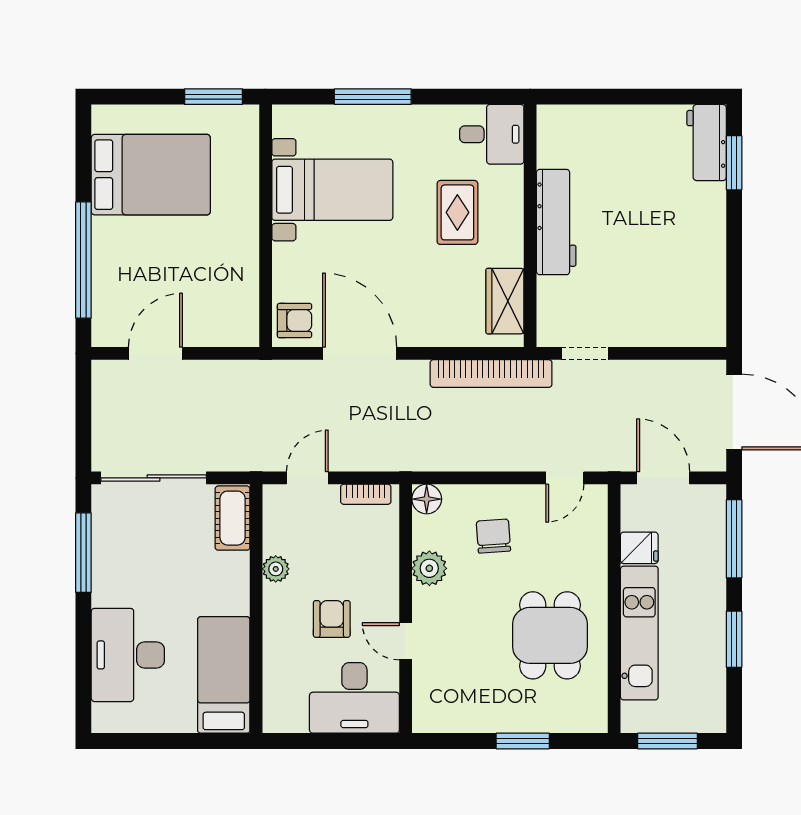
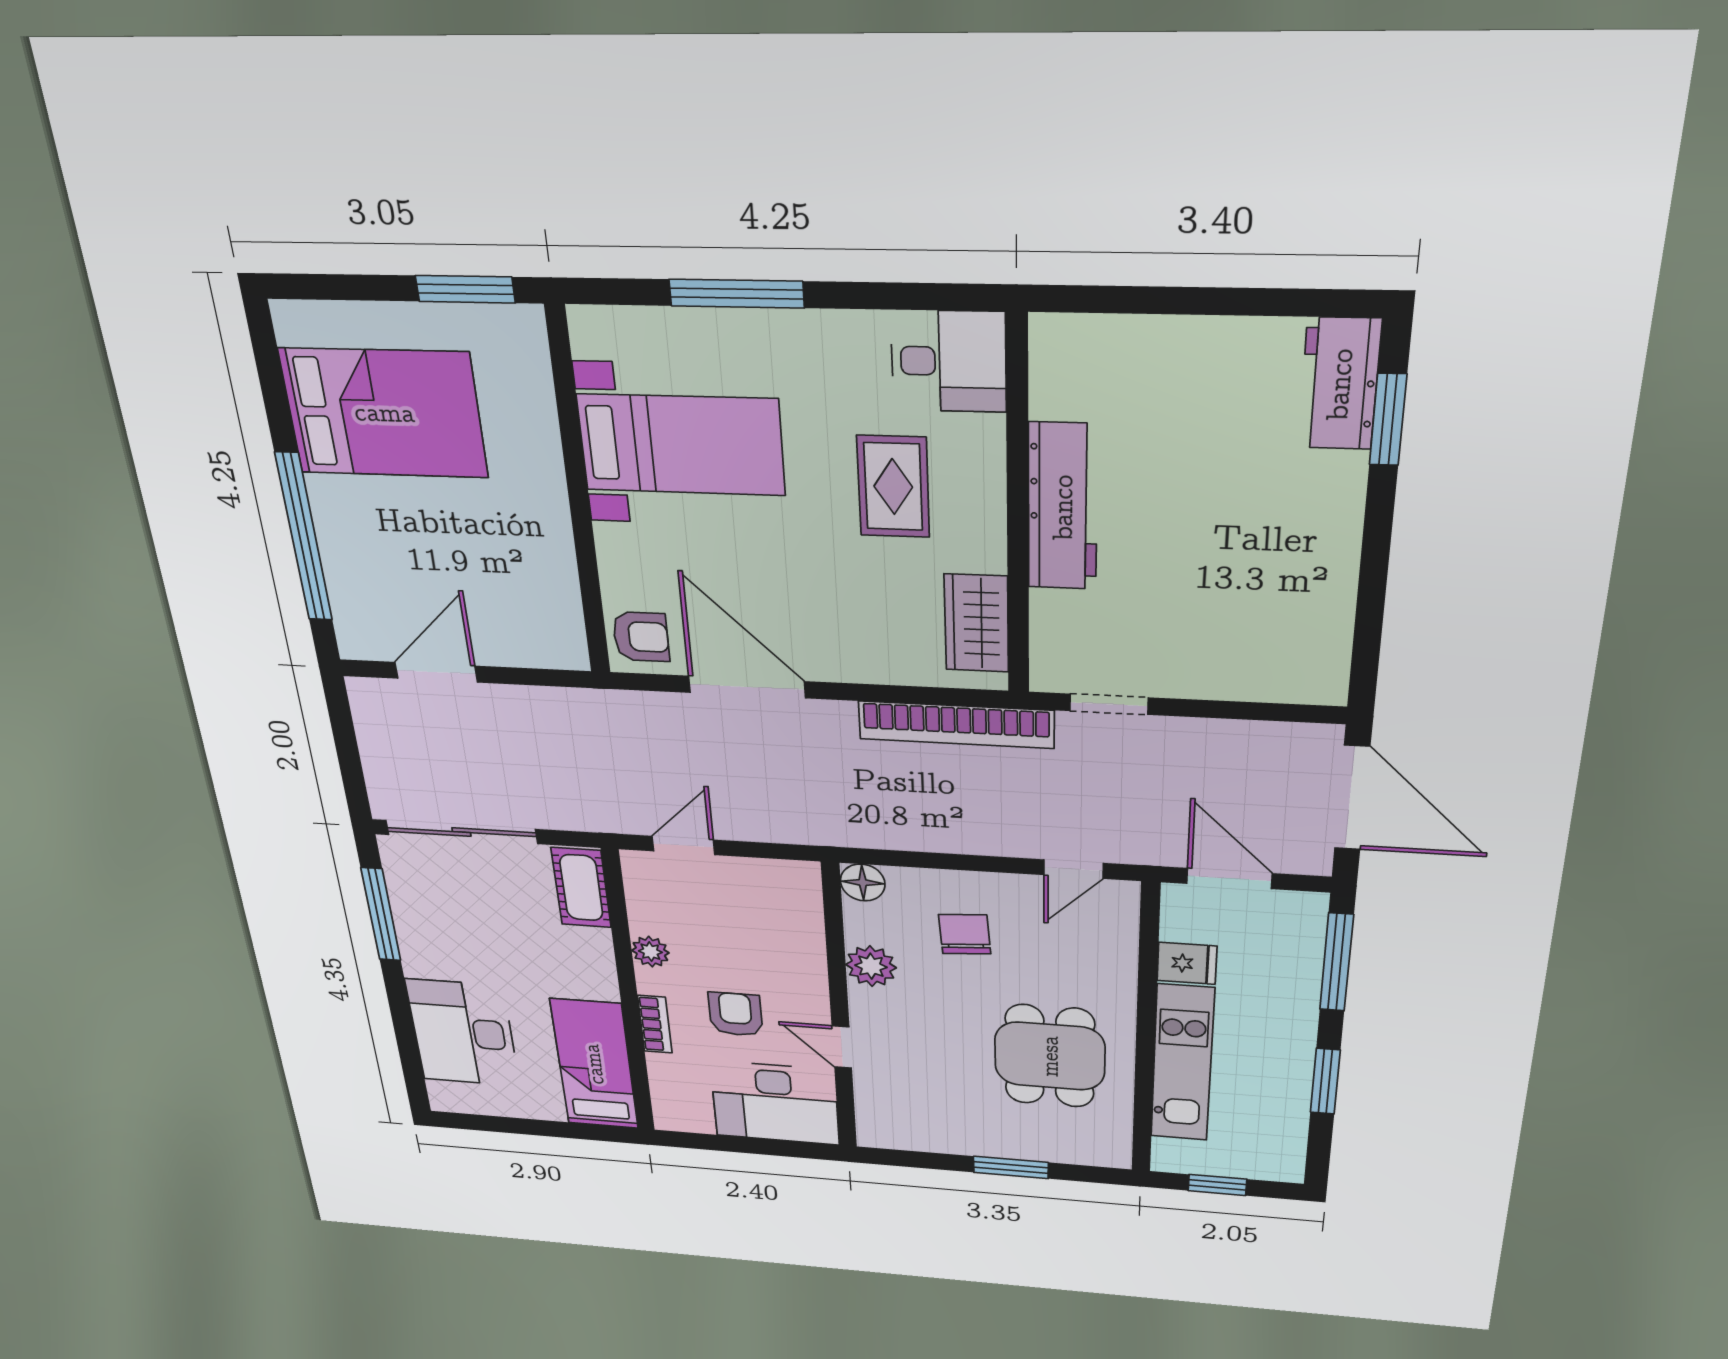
bookcase: (366, 494) -> (655, 1024), moved, turned -90
window: (668, 741) -> (1217, 1185), width x0.67

